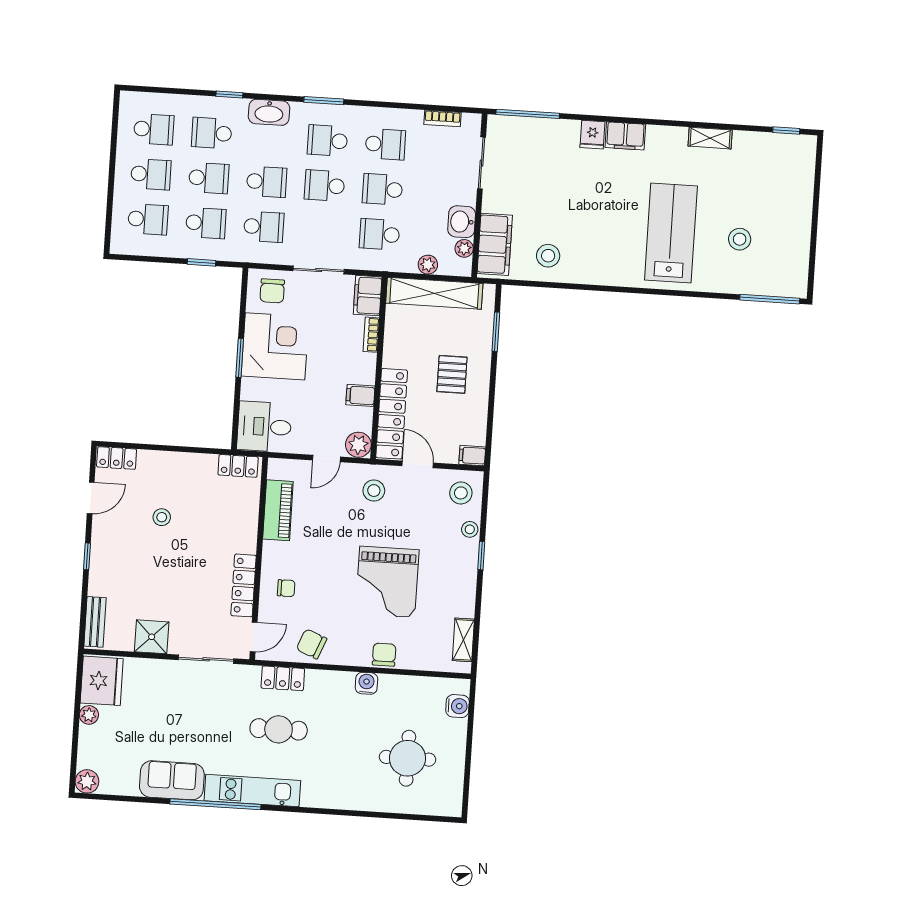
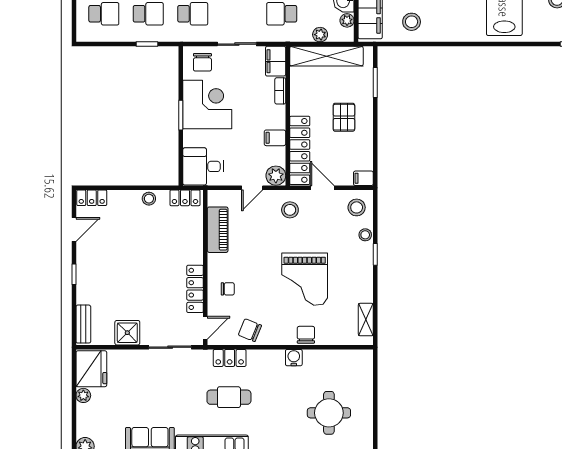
stool: (162, 517) -> (149, 199), moved
water cooler: (457, 706) -> (365, 370), removed

